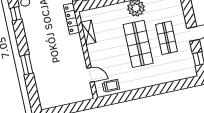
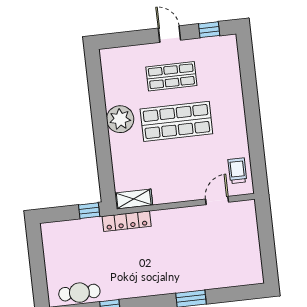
shelving: (88, 32) -> (134, 199), moved

